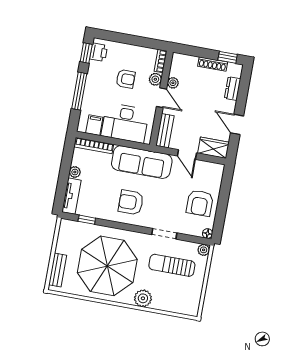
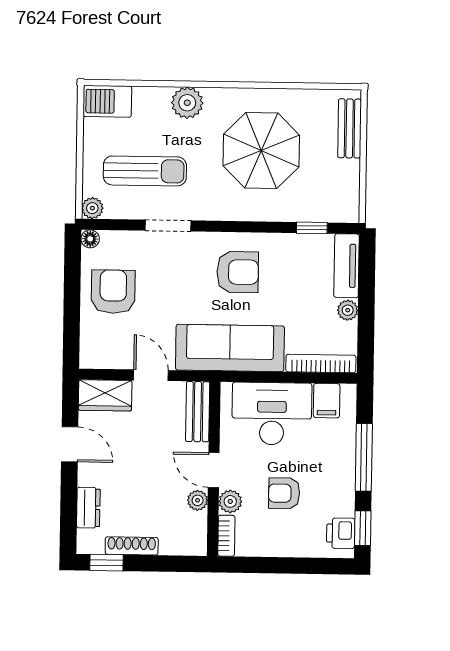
parasol: (107, 266) -> (261, 151), width x0.73, depth x0.73
barbecue: (186, 306) -> (107, 101), added

